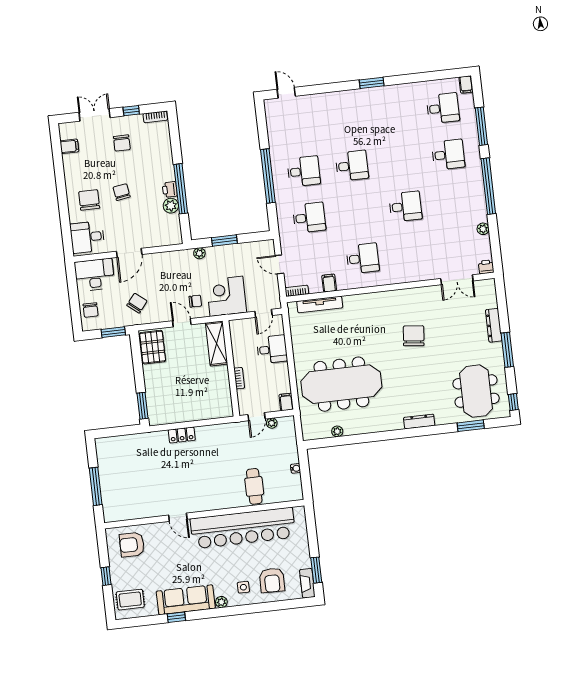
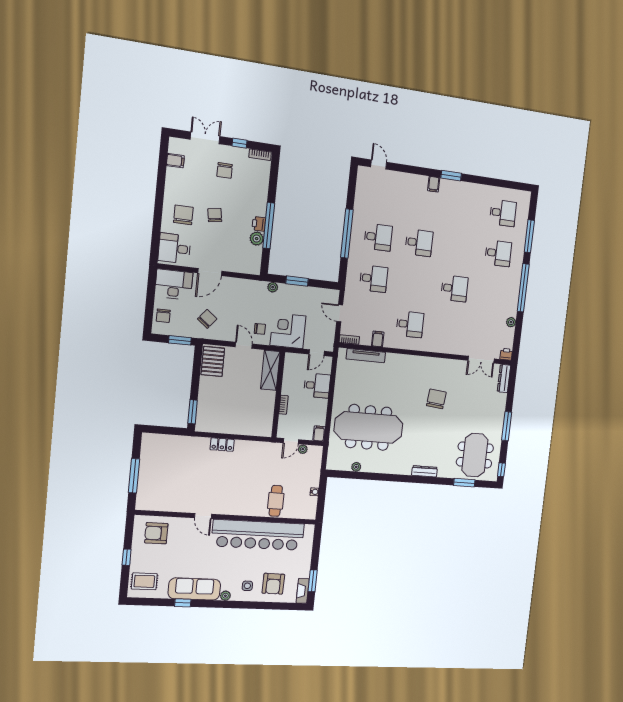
filing cabinet: (466, 85) -> (434, 184), moved
dresser: (494, 325) -> (504, 378), moved

